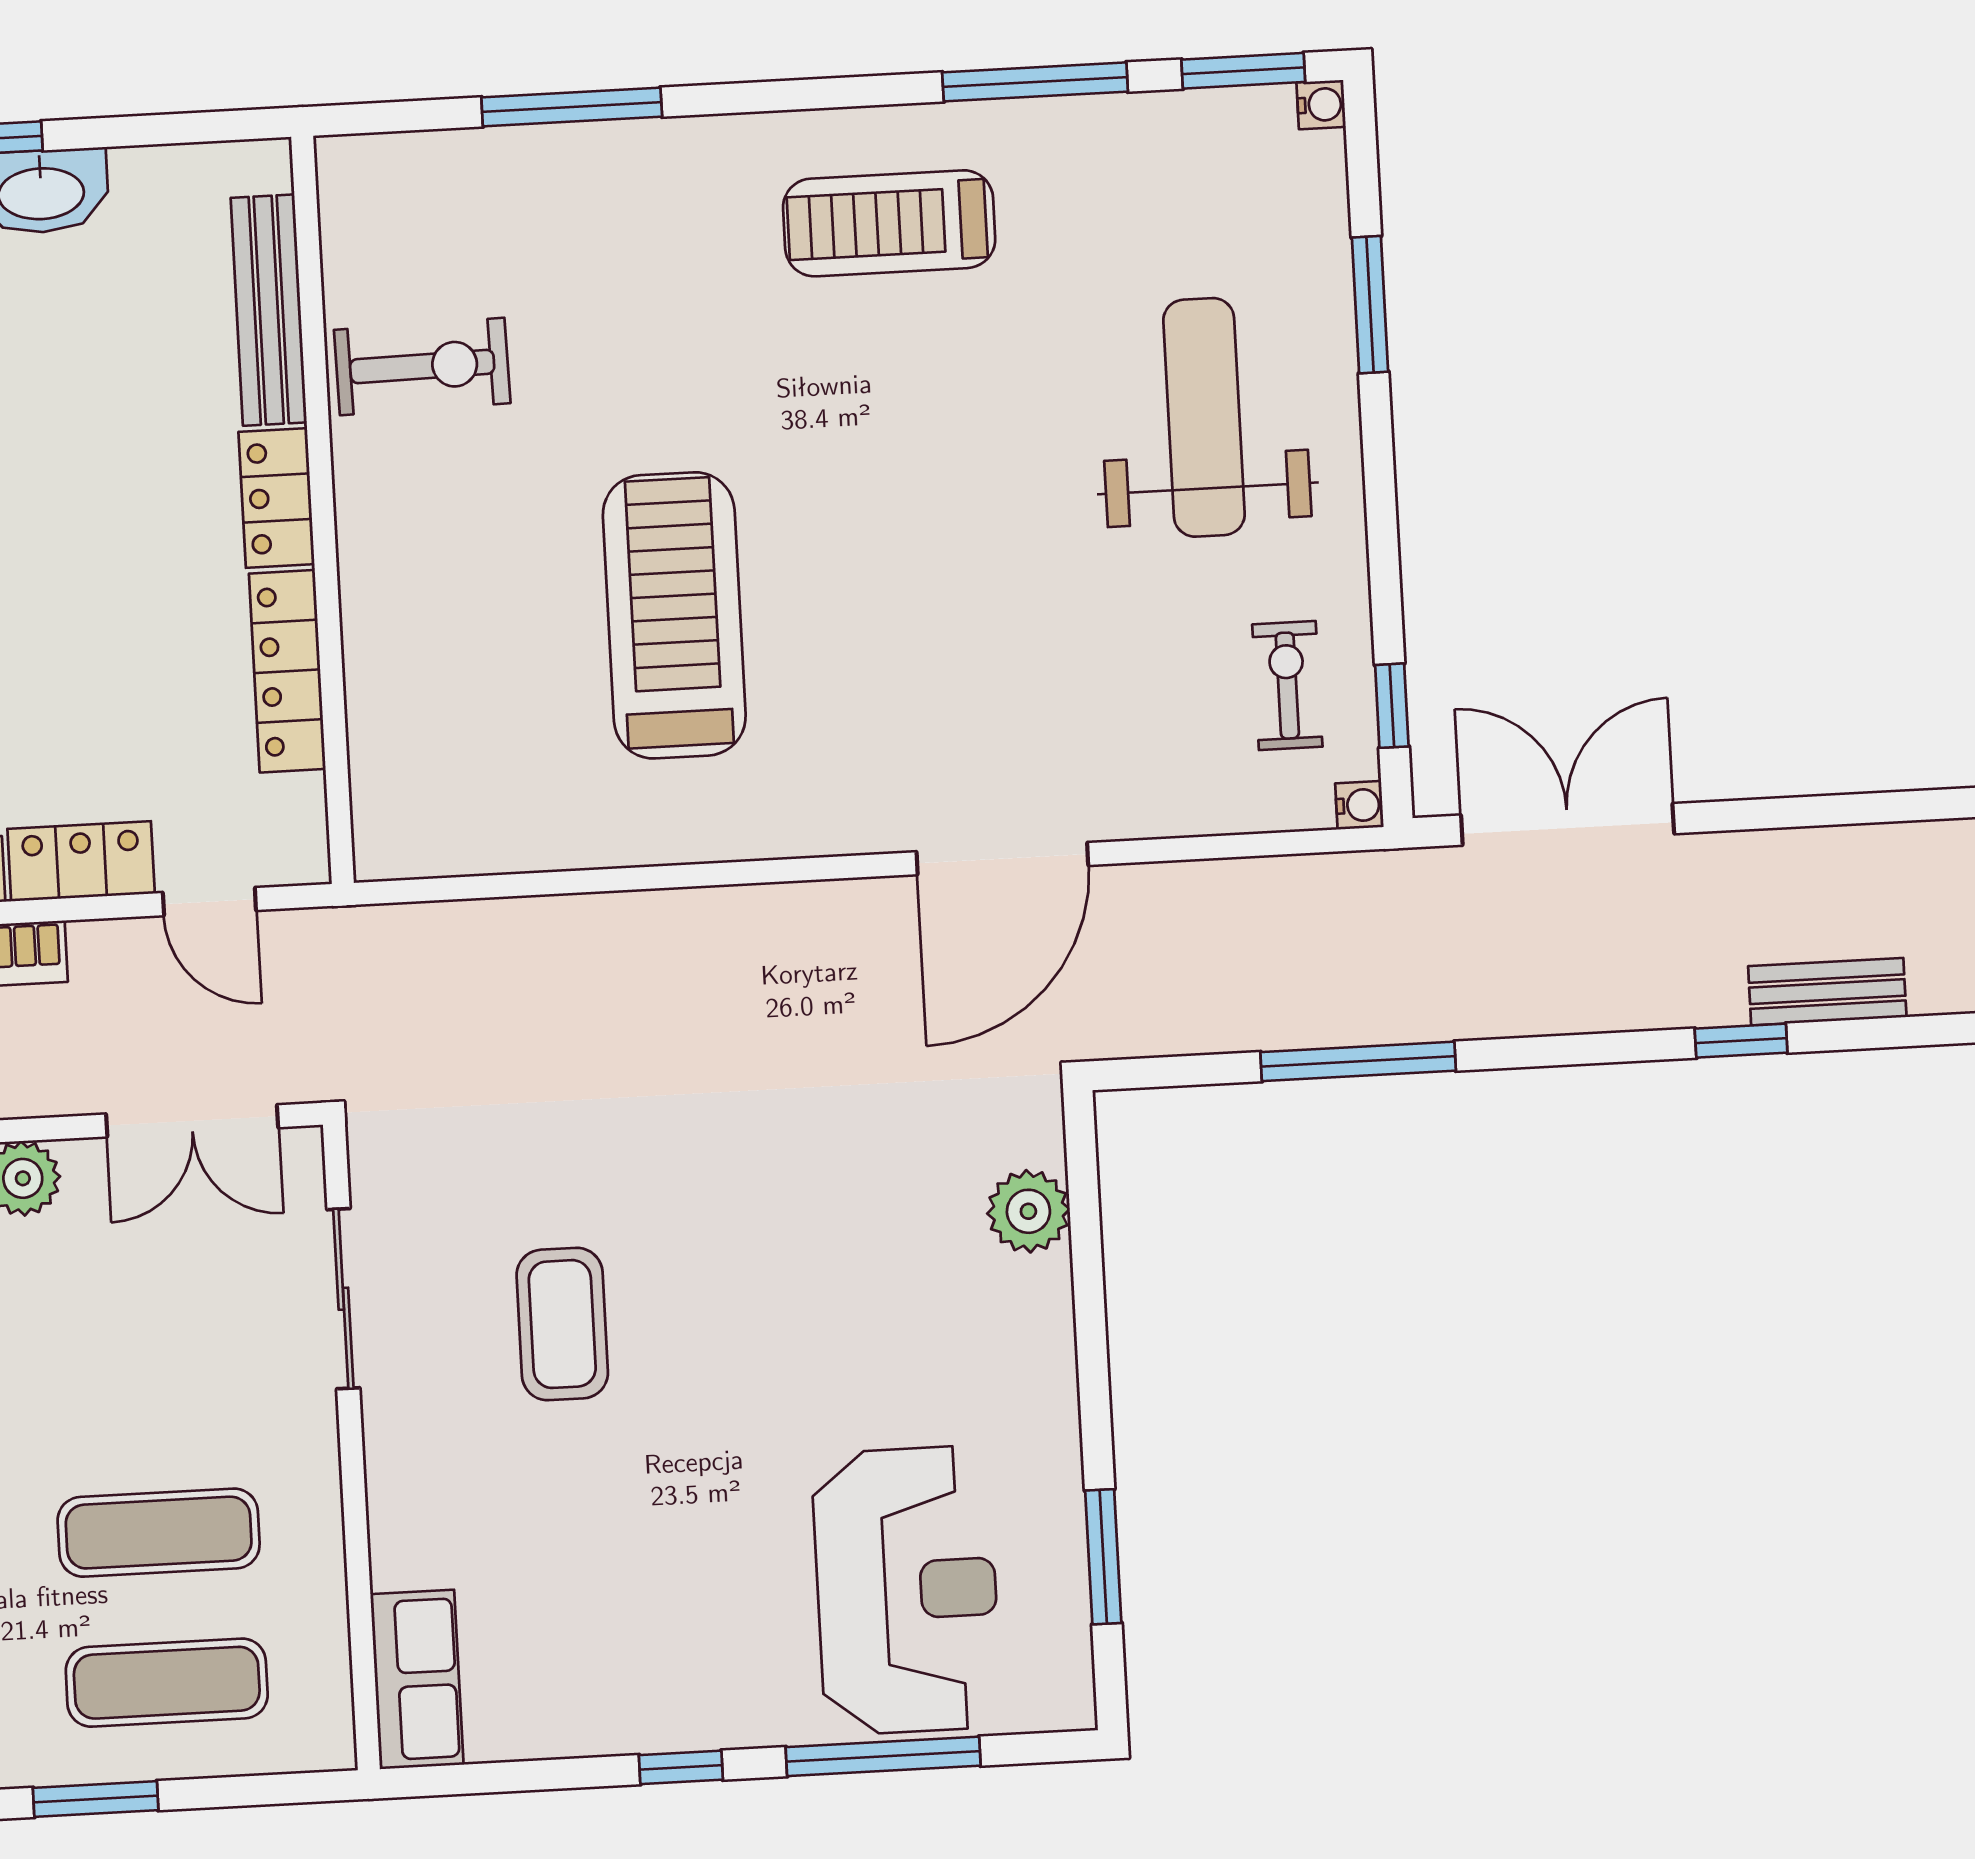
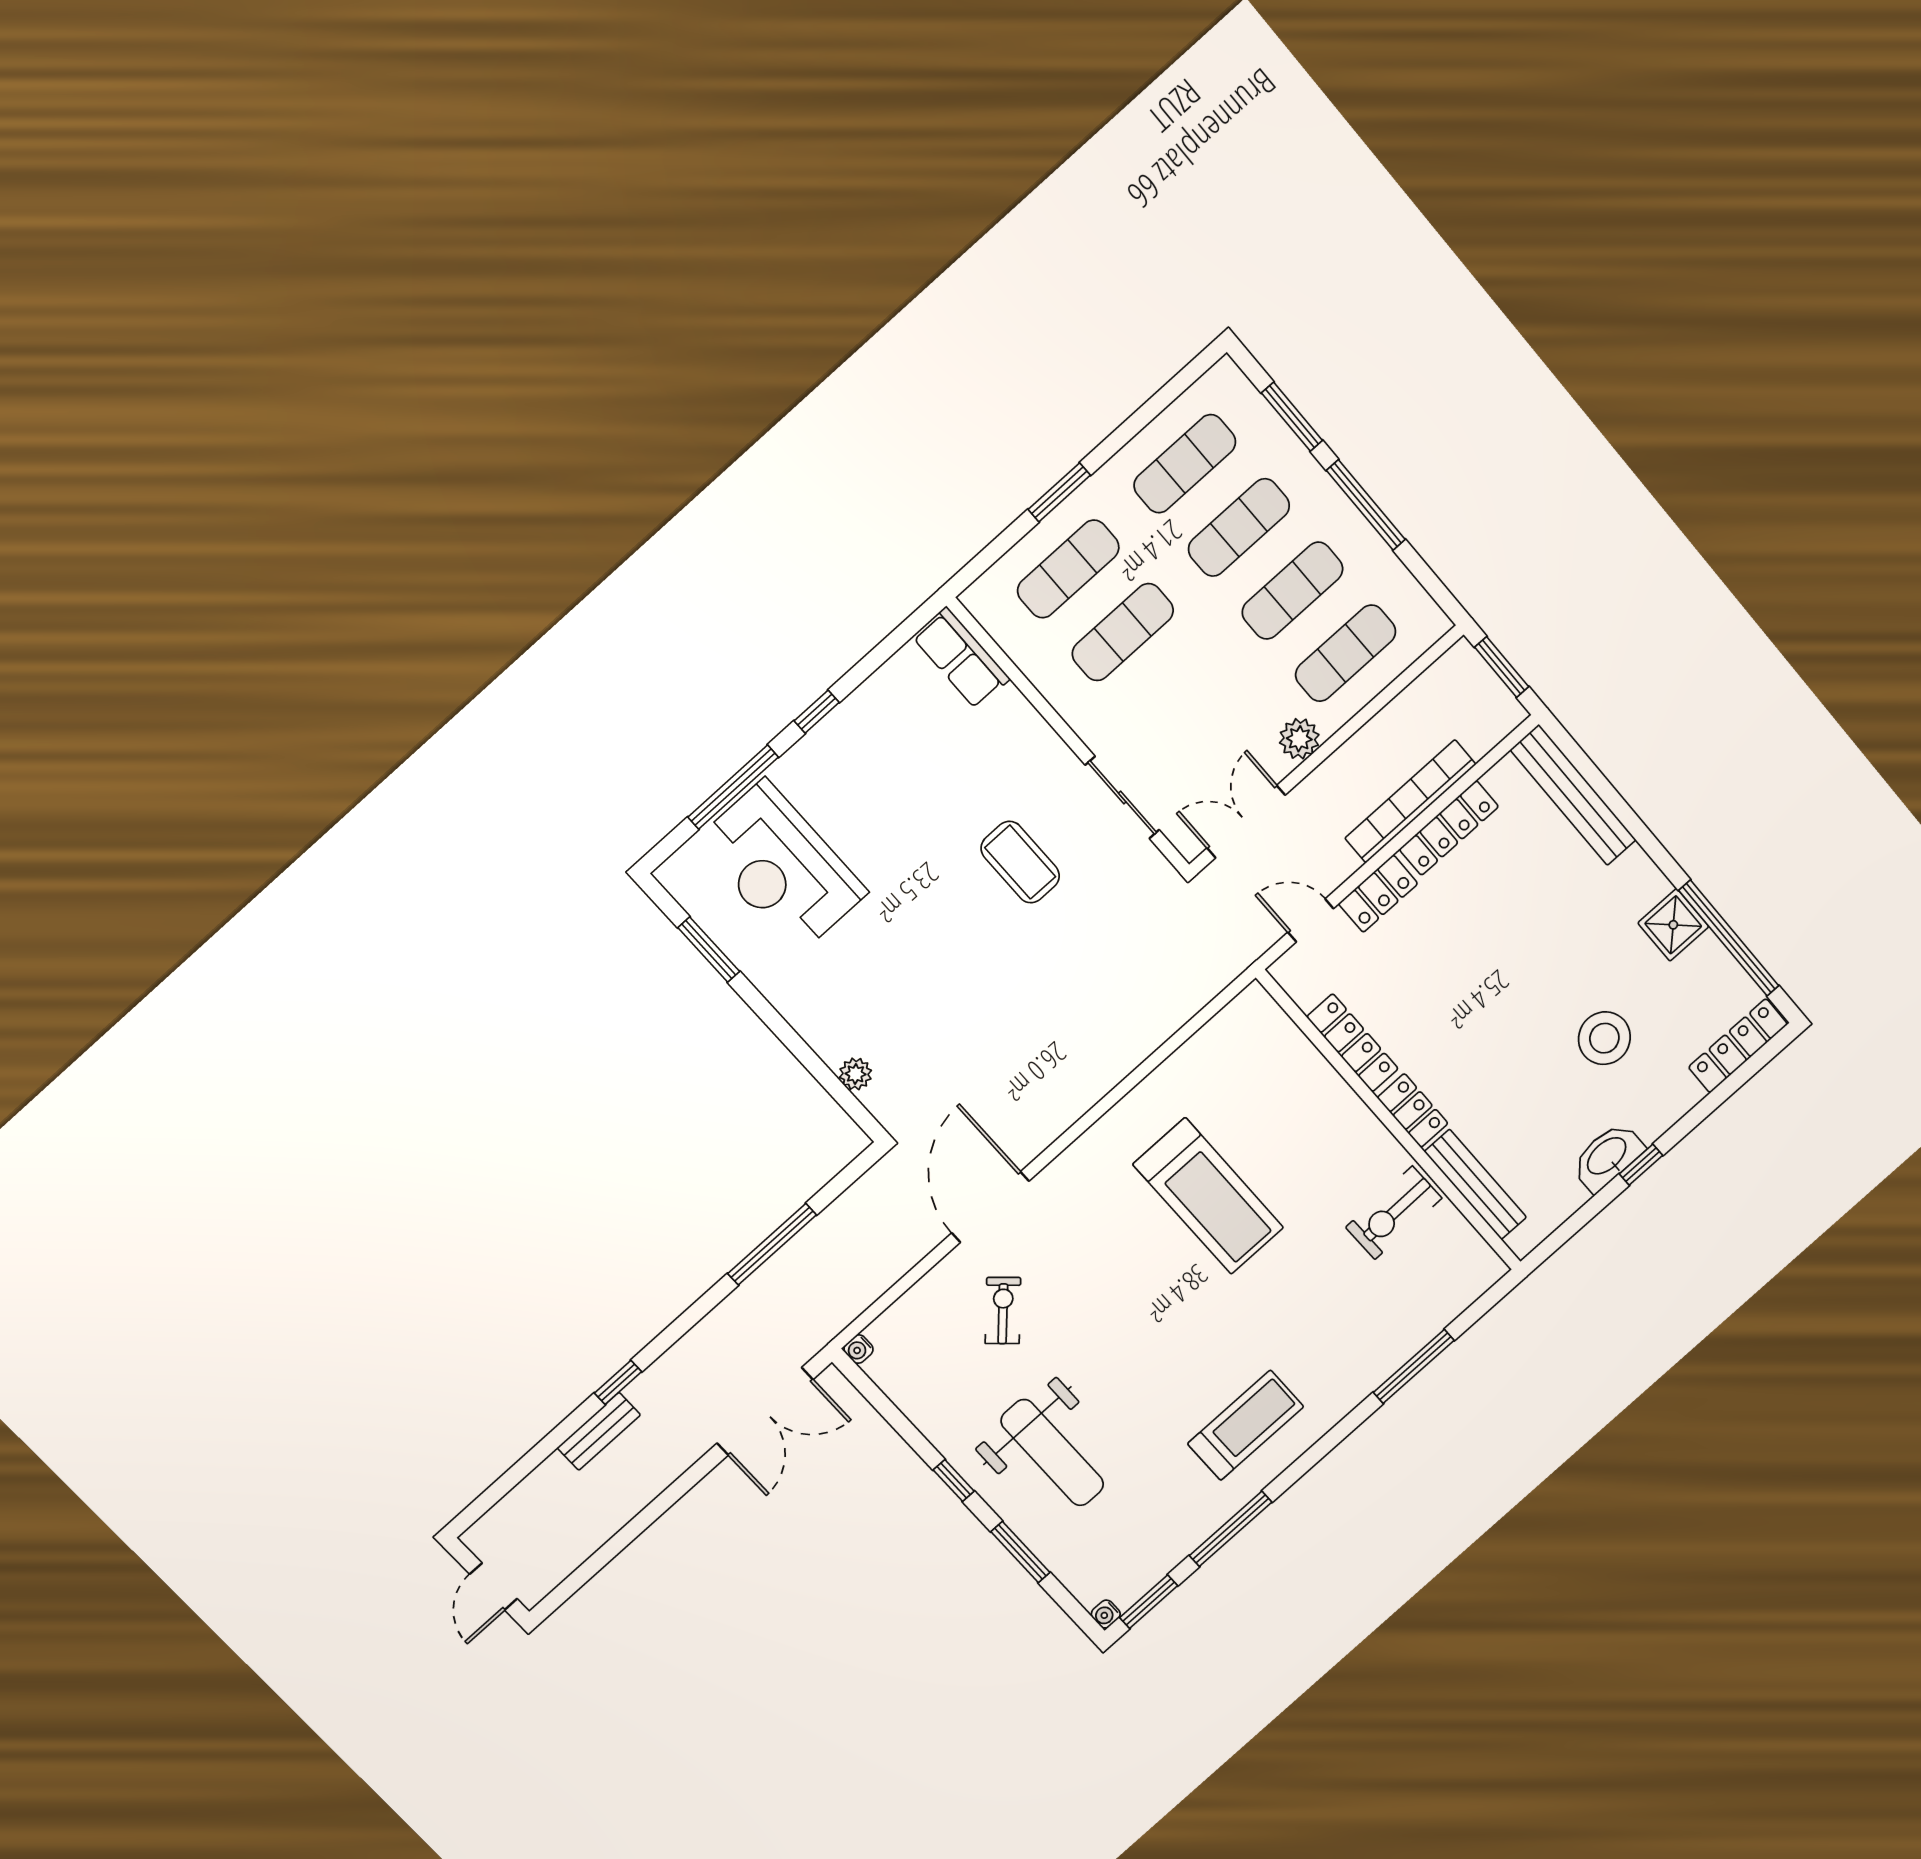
exercise bike: (1287, 686) -> (1003, 1310), moved, turned -137
window: (1392, 706) -> (954, 1481), moved
plant: (1028, 1211) -> (856, 1074), width x0.73, depth x0.73

